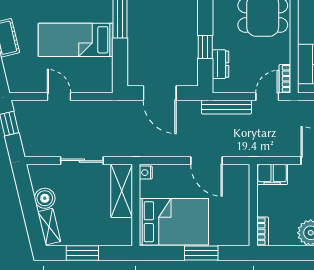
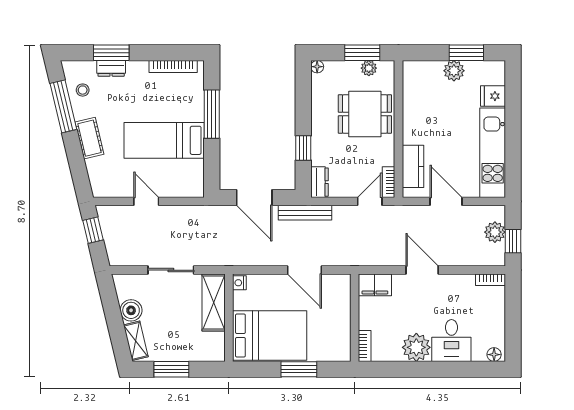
dresser: (220, 64) -> (320, 182), moved
bench: (226, 107) -> (305, 213), moved

